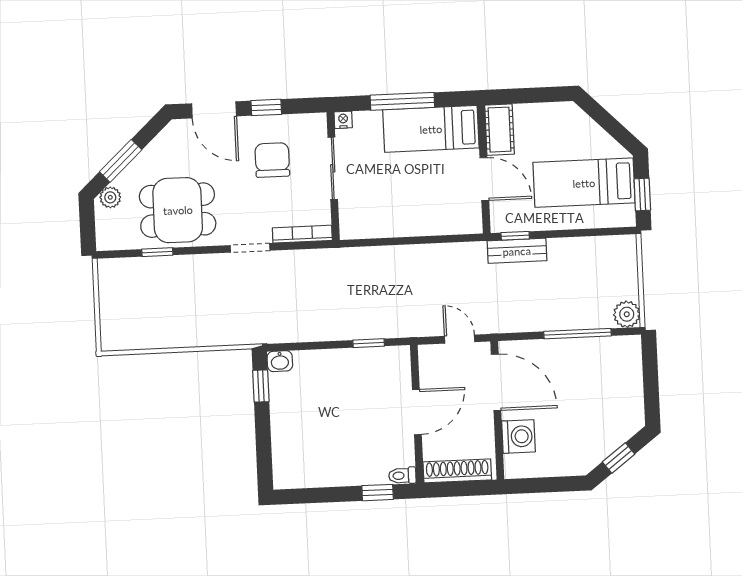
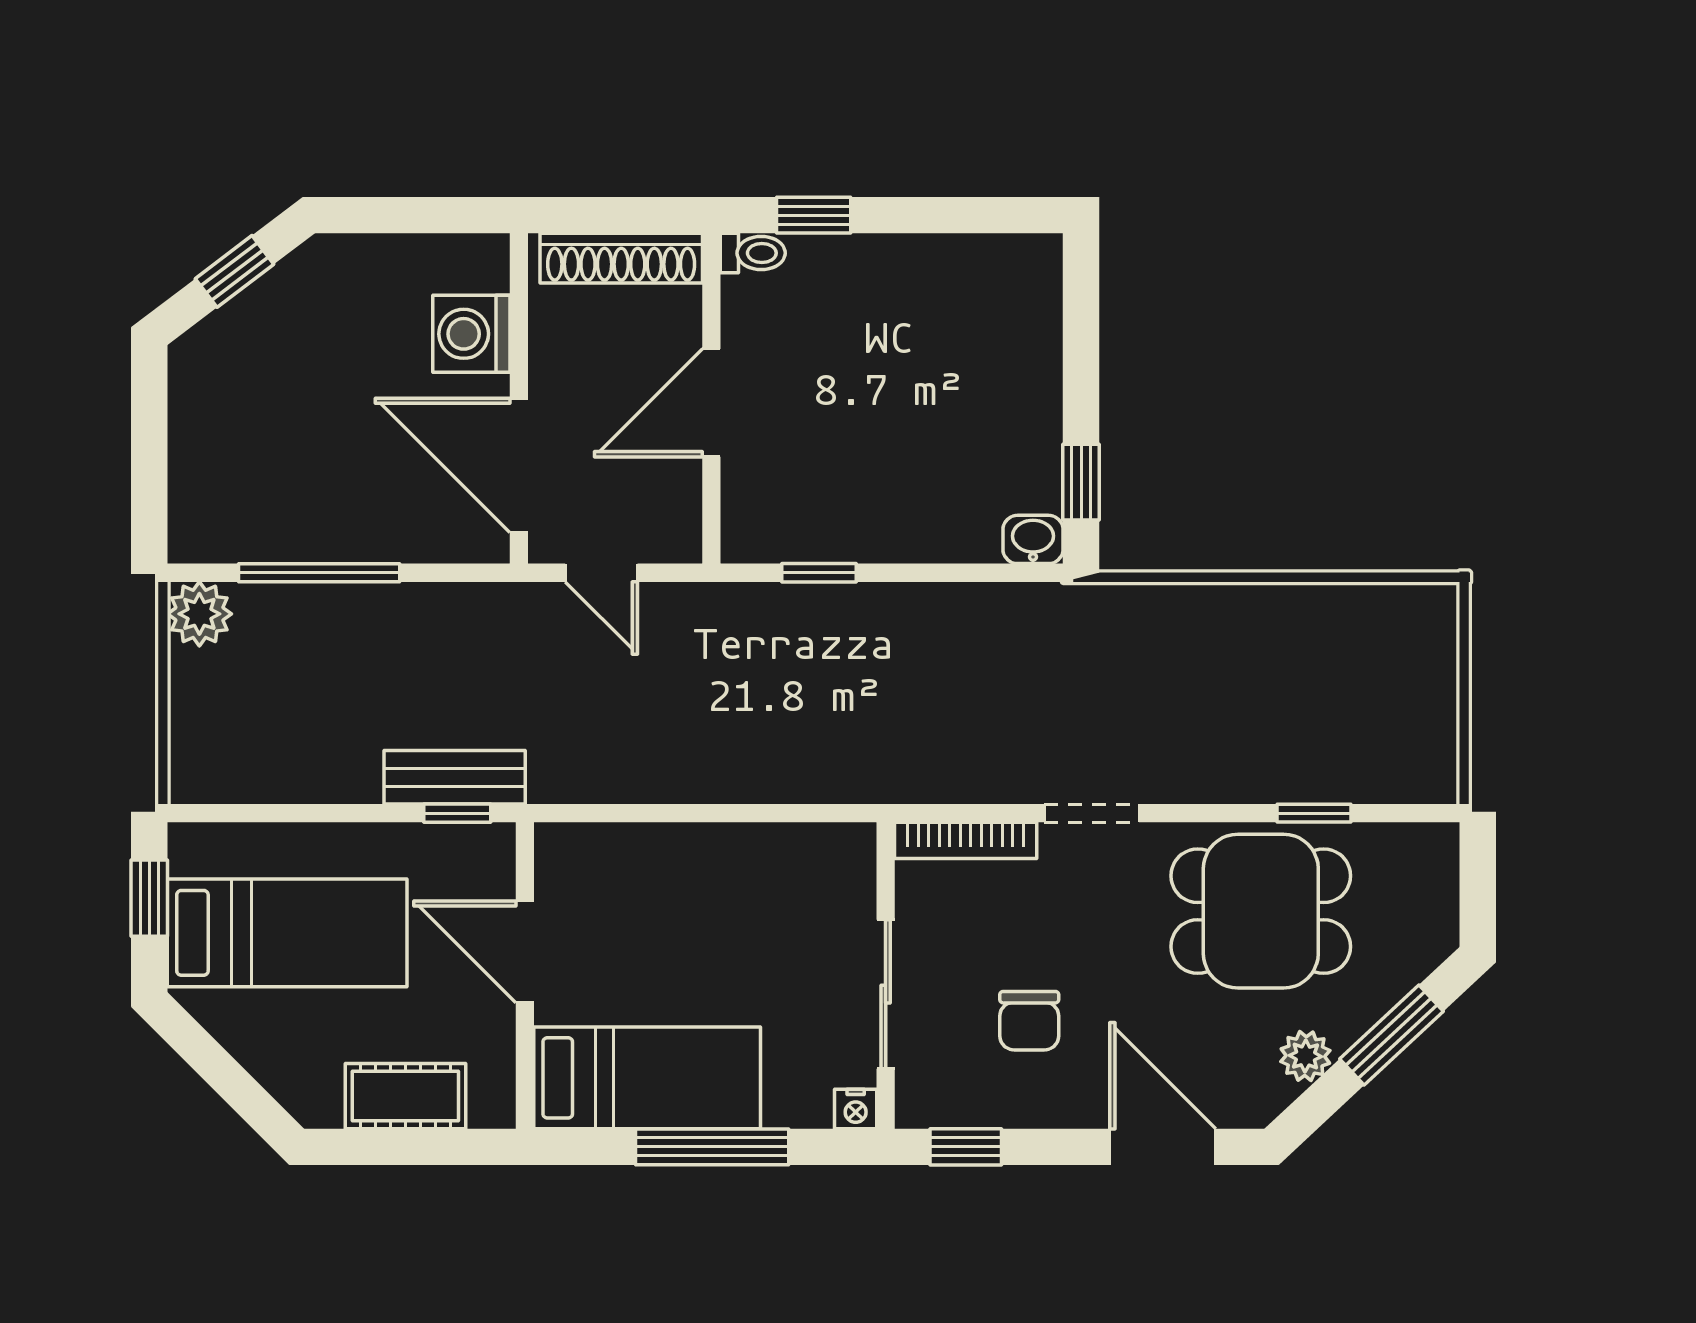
window: (266, 107) -> (966, 1147), moved
cot: (500, 130) -> (405, 1096), moved, turned 90
chair: (272, 160) -> (1029, 1021), width x0.73, depth x0.73
plant: (110, 197) -> (1305, 1056), moved

